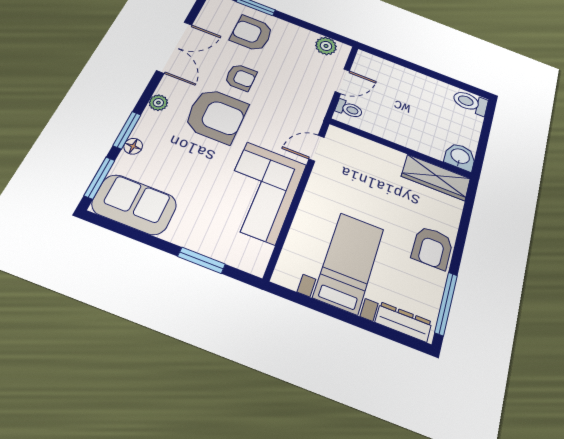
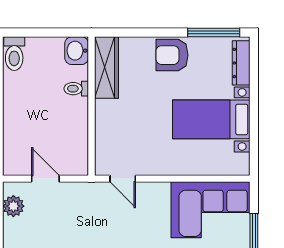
toilet: (349, 109) -> (76, 89), moved, turned -90
corner sofa: (261, 192) -> (211, 210), moved
armchair: (432, 248) -> (172, 55), turned 180

